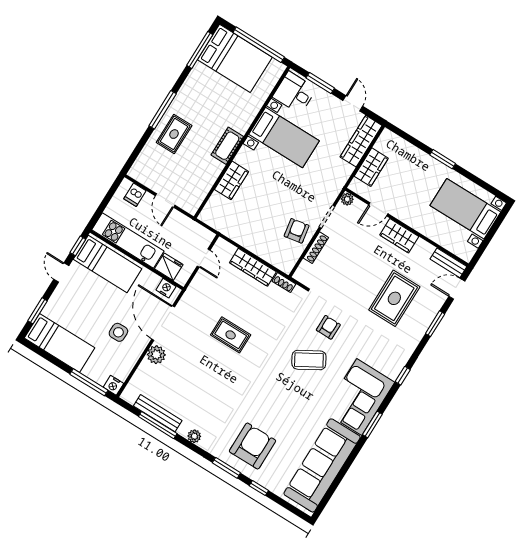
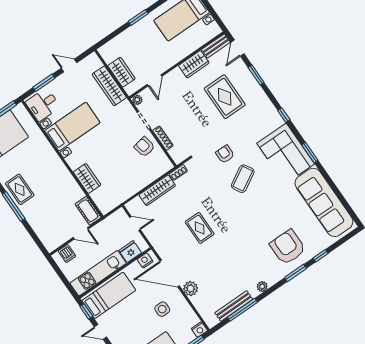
rug: (174, 134) -> (20, 189), moved
wardrobe: (361, 141) -> (109, 86), moved
cot: (227, 146) -> (88, 211), moved
wardrobe: (399, 236) -> (194, 64), moved
rug: (231, 335) -> (200, 228), turned 90

